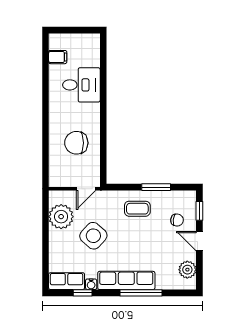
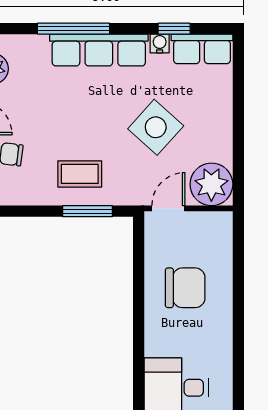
window: (156, 187) -> (87, 211), moved
plant: (61, 217) -> (211, 184), moved

